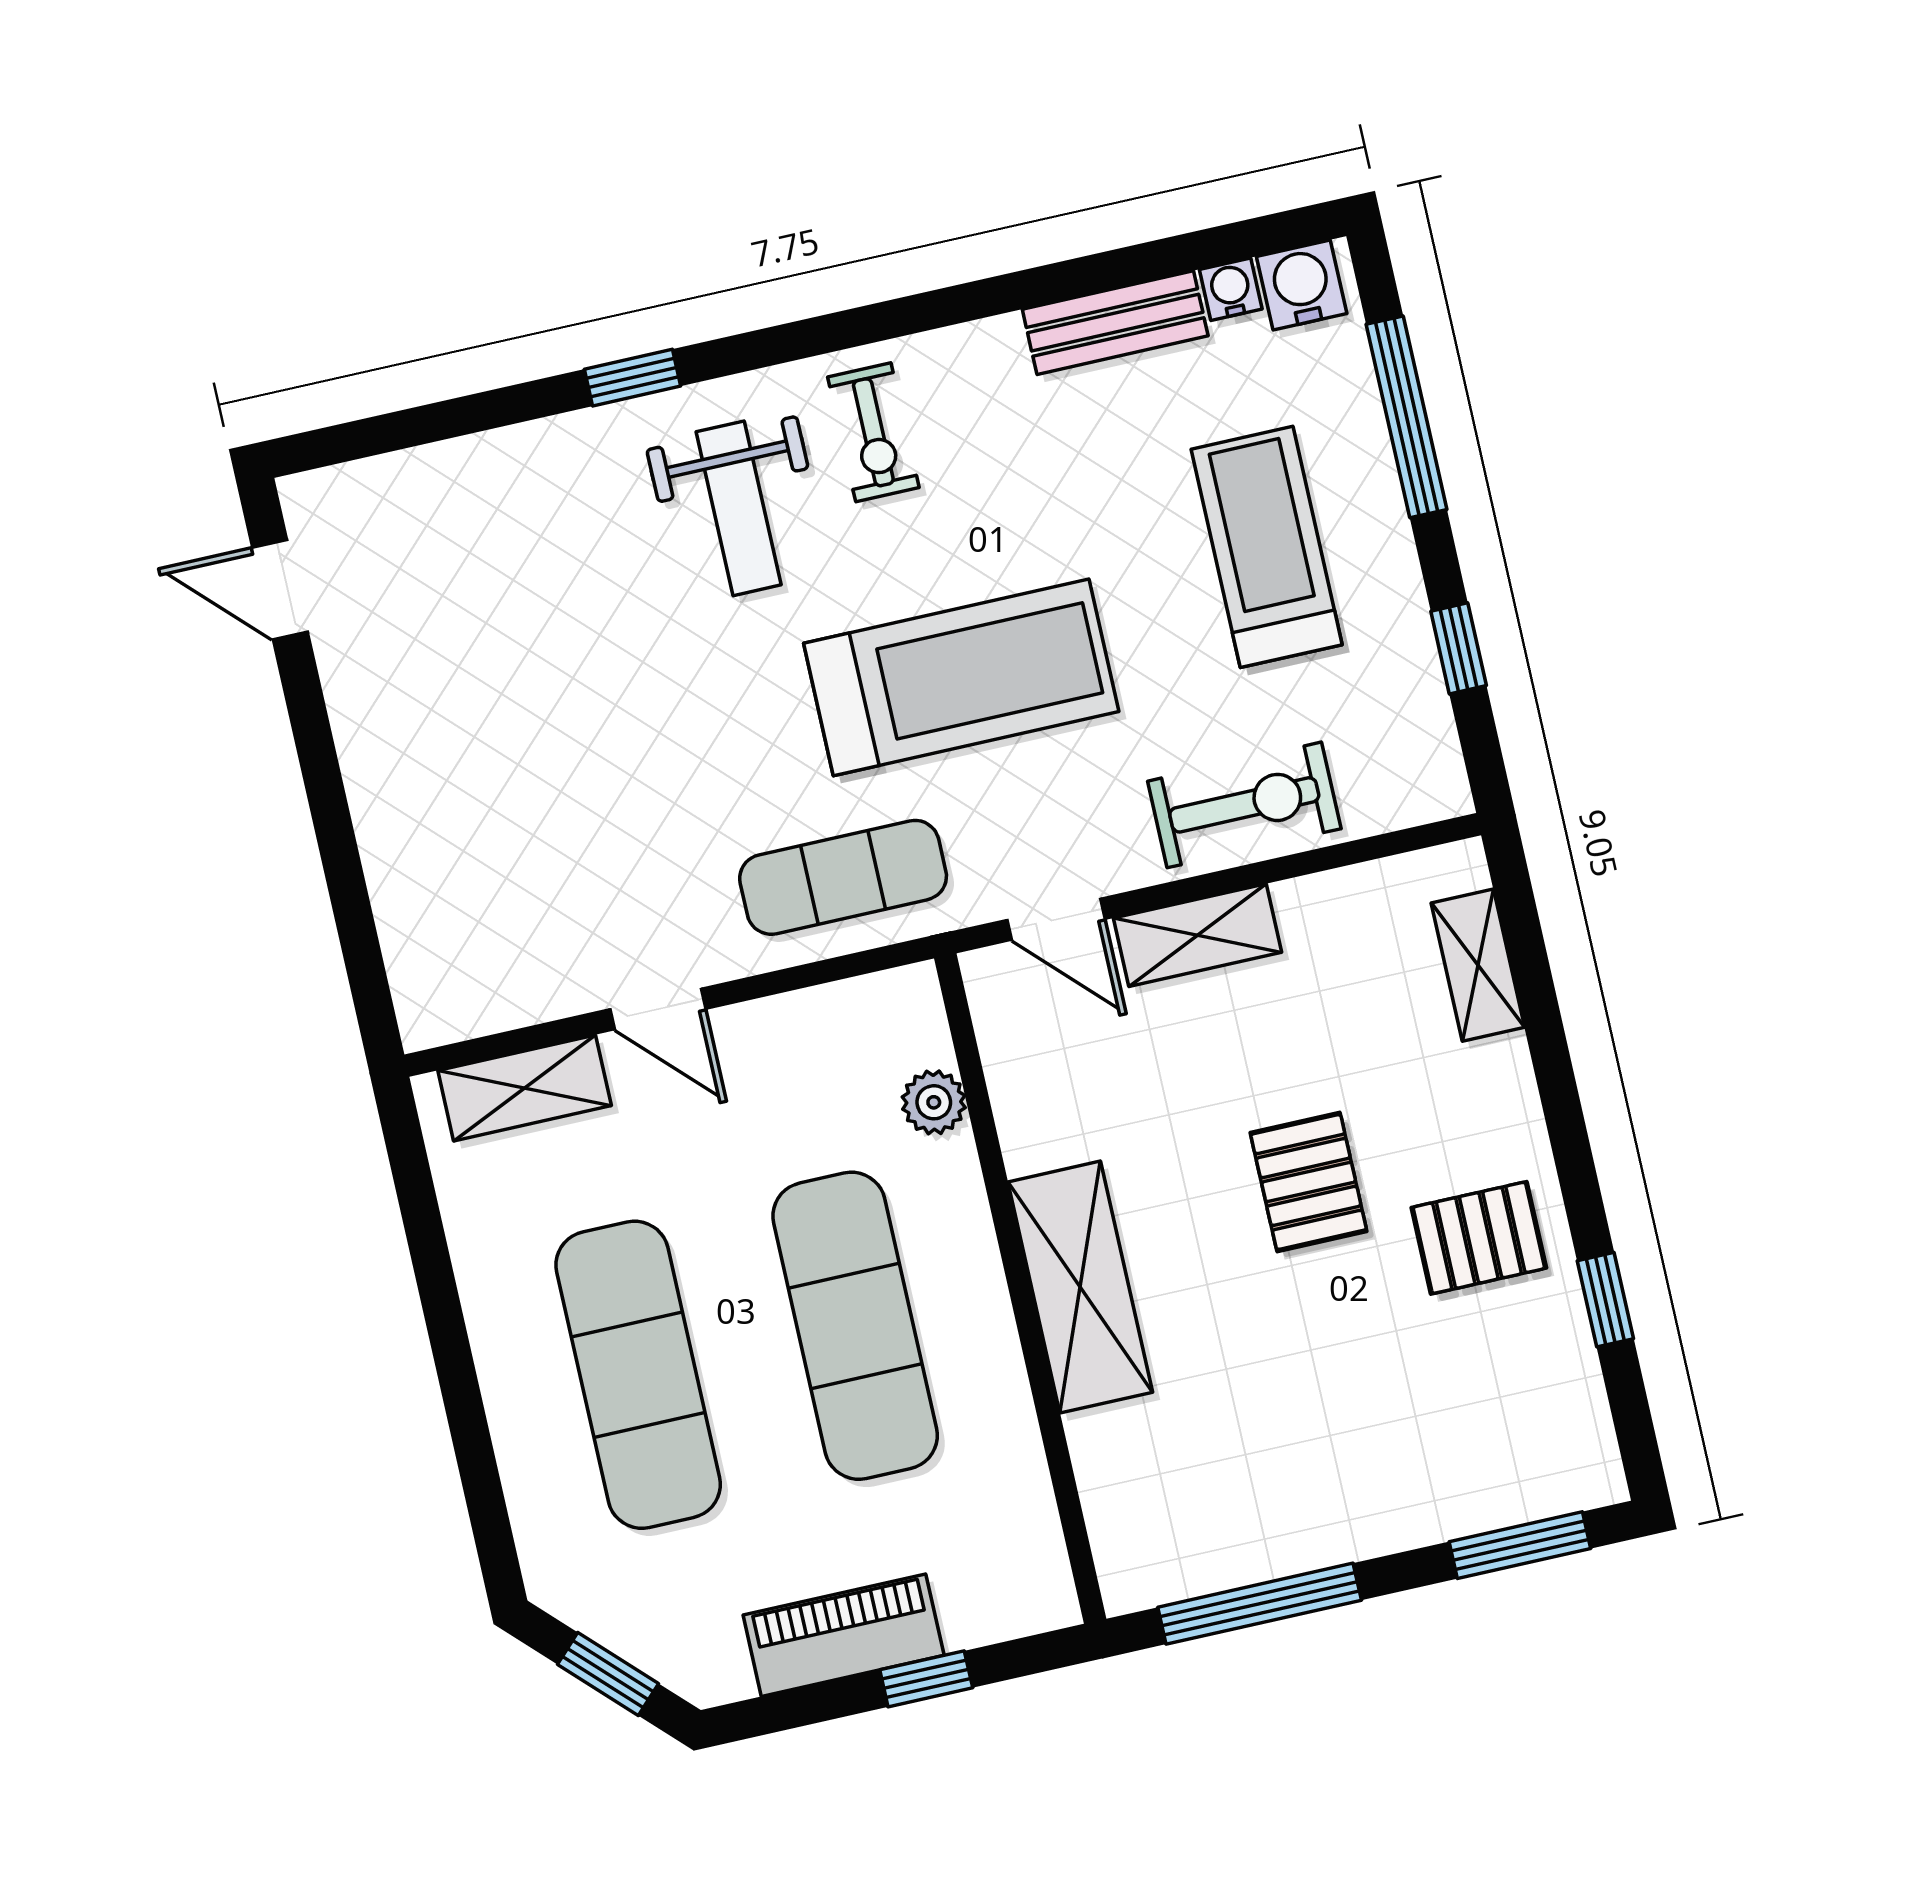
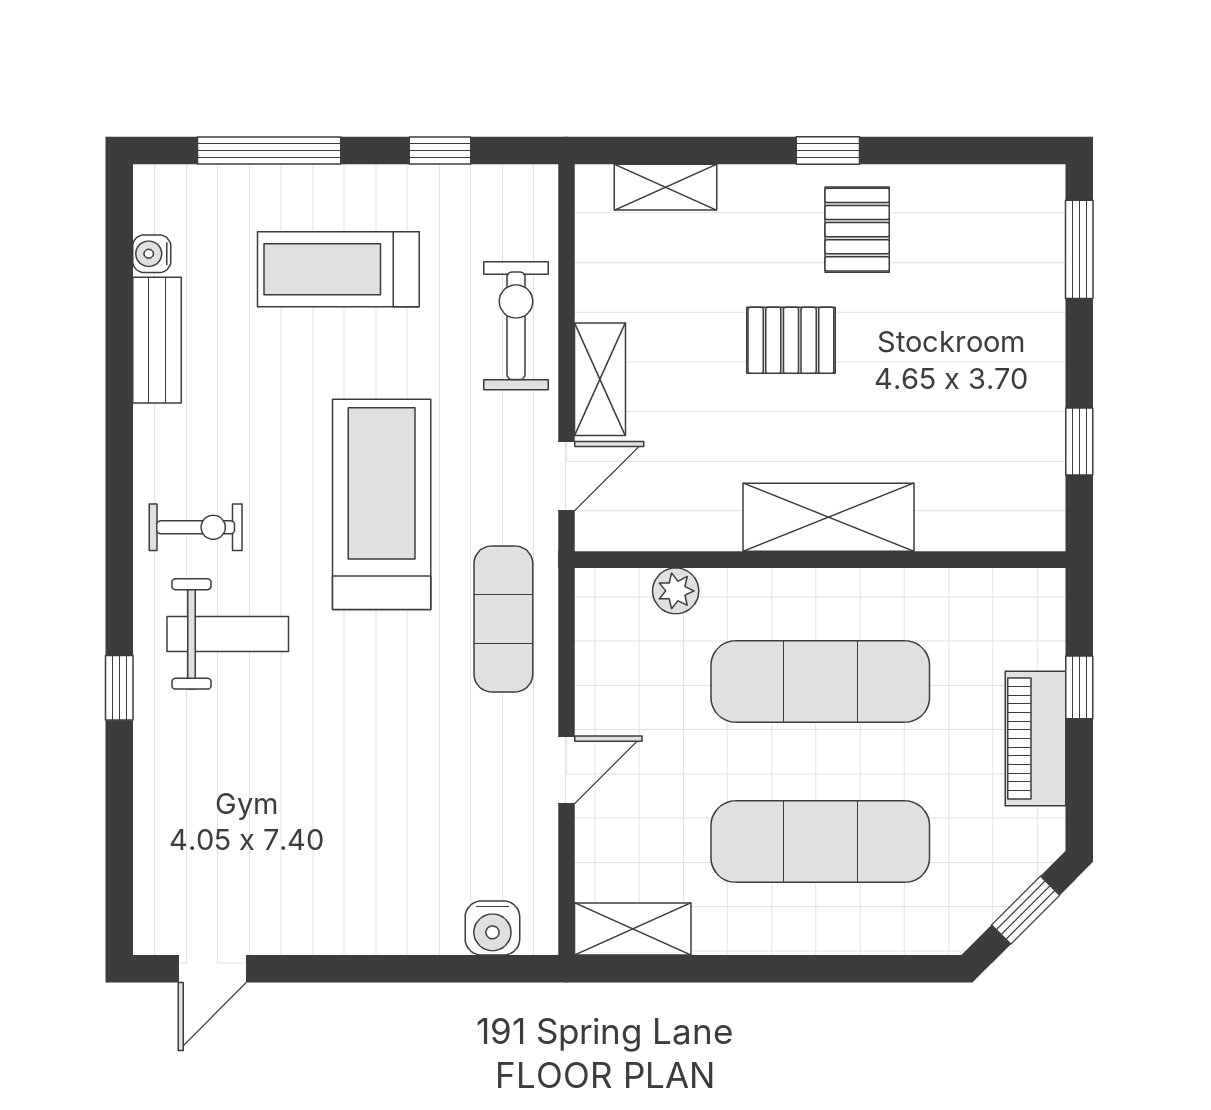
water cooler: (1302, 285) -> (492, 928), moved, turned -90
shelving: (525, 1088) -> (633, 929), moved, turned 90
window: (1605, 1300) -> (828, 151), moved
window: (1260, 1604) -> (1079, 441), width x0.46

